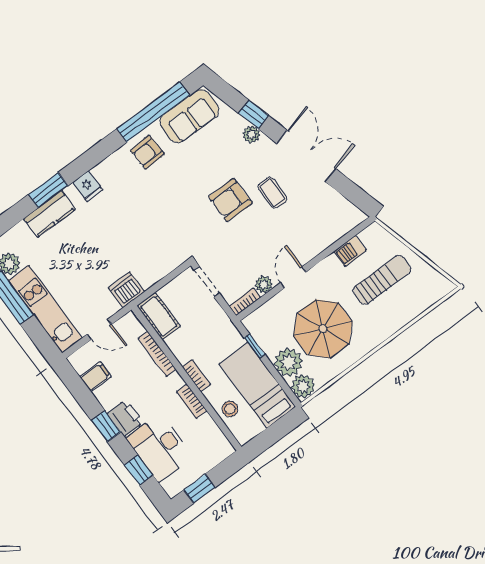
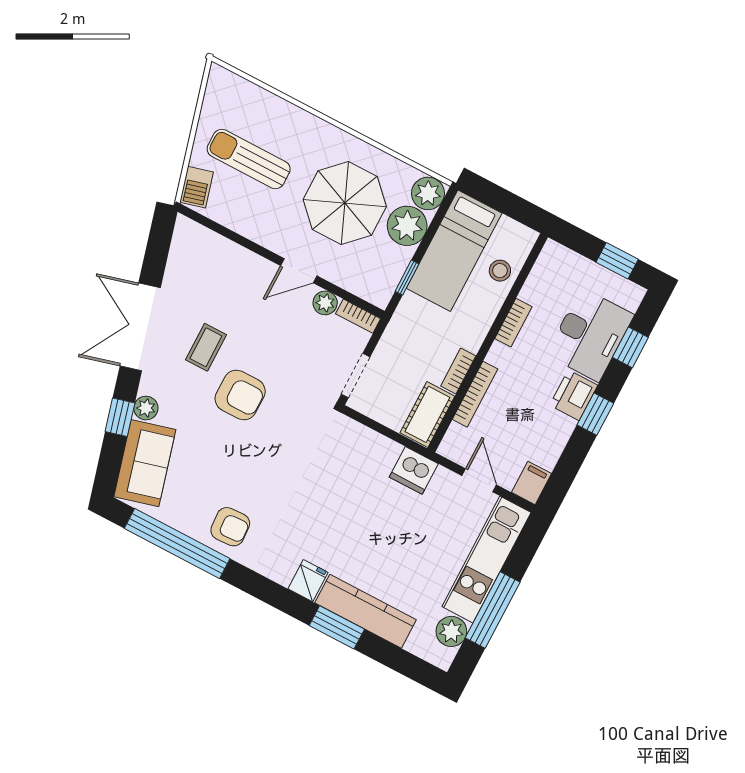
sofa: (189, 116) -> (145, 463), moved, turned 75
kitchen counter: (50, 214) -> (366, 611), width x1.50
barbecue: (350, 251) -> (197, 187), moved, turned 75
bookcase: (196, 376) -> (458, 371), moved
filing cabinet: (96, 377) -> (531, 483), moved, turned 90

